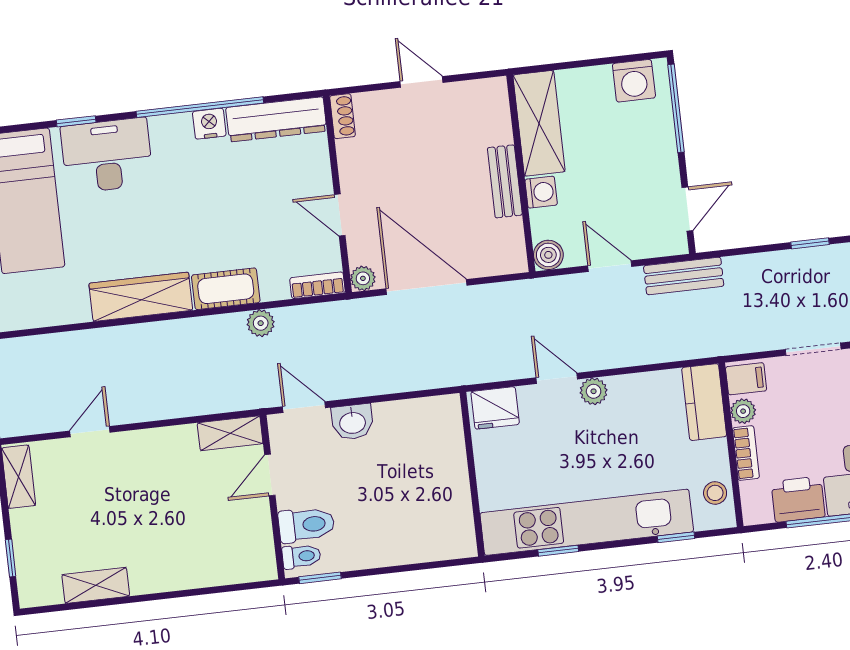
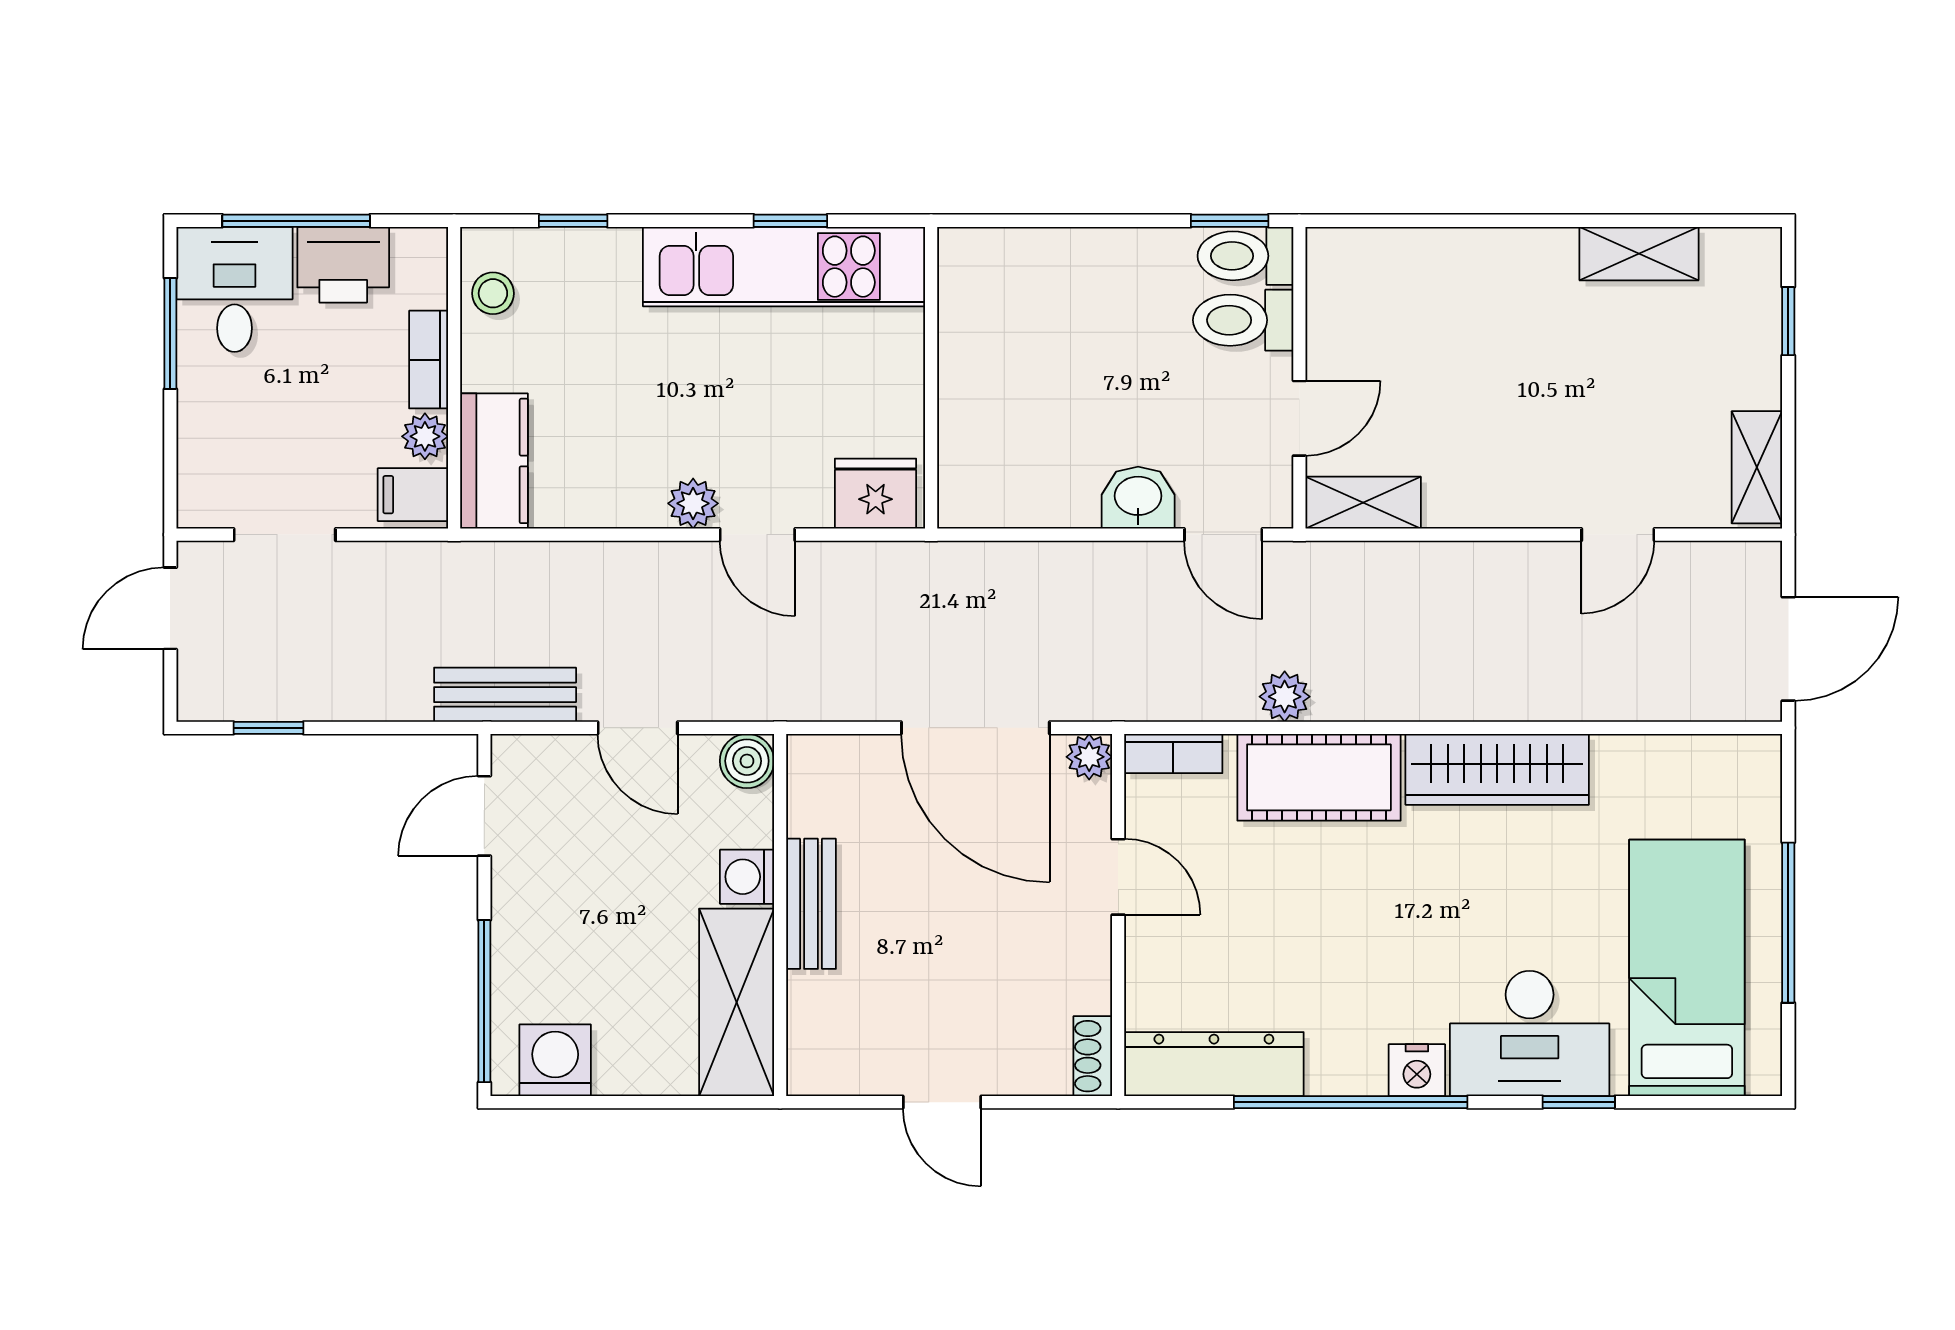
nightstand: (209, 124) -> (1417, 1070), moved
cot: (226, 289) -> (1319, 777), width x1.37, depth x1.34
kitchen unit: (587, 522) -> (784, 267), width x0.73
toilet: (301, 556) -> (1245, 256), width x1.37, depth x1.39

